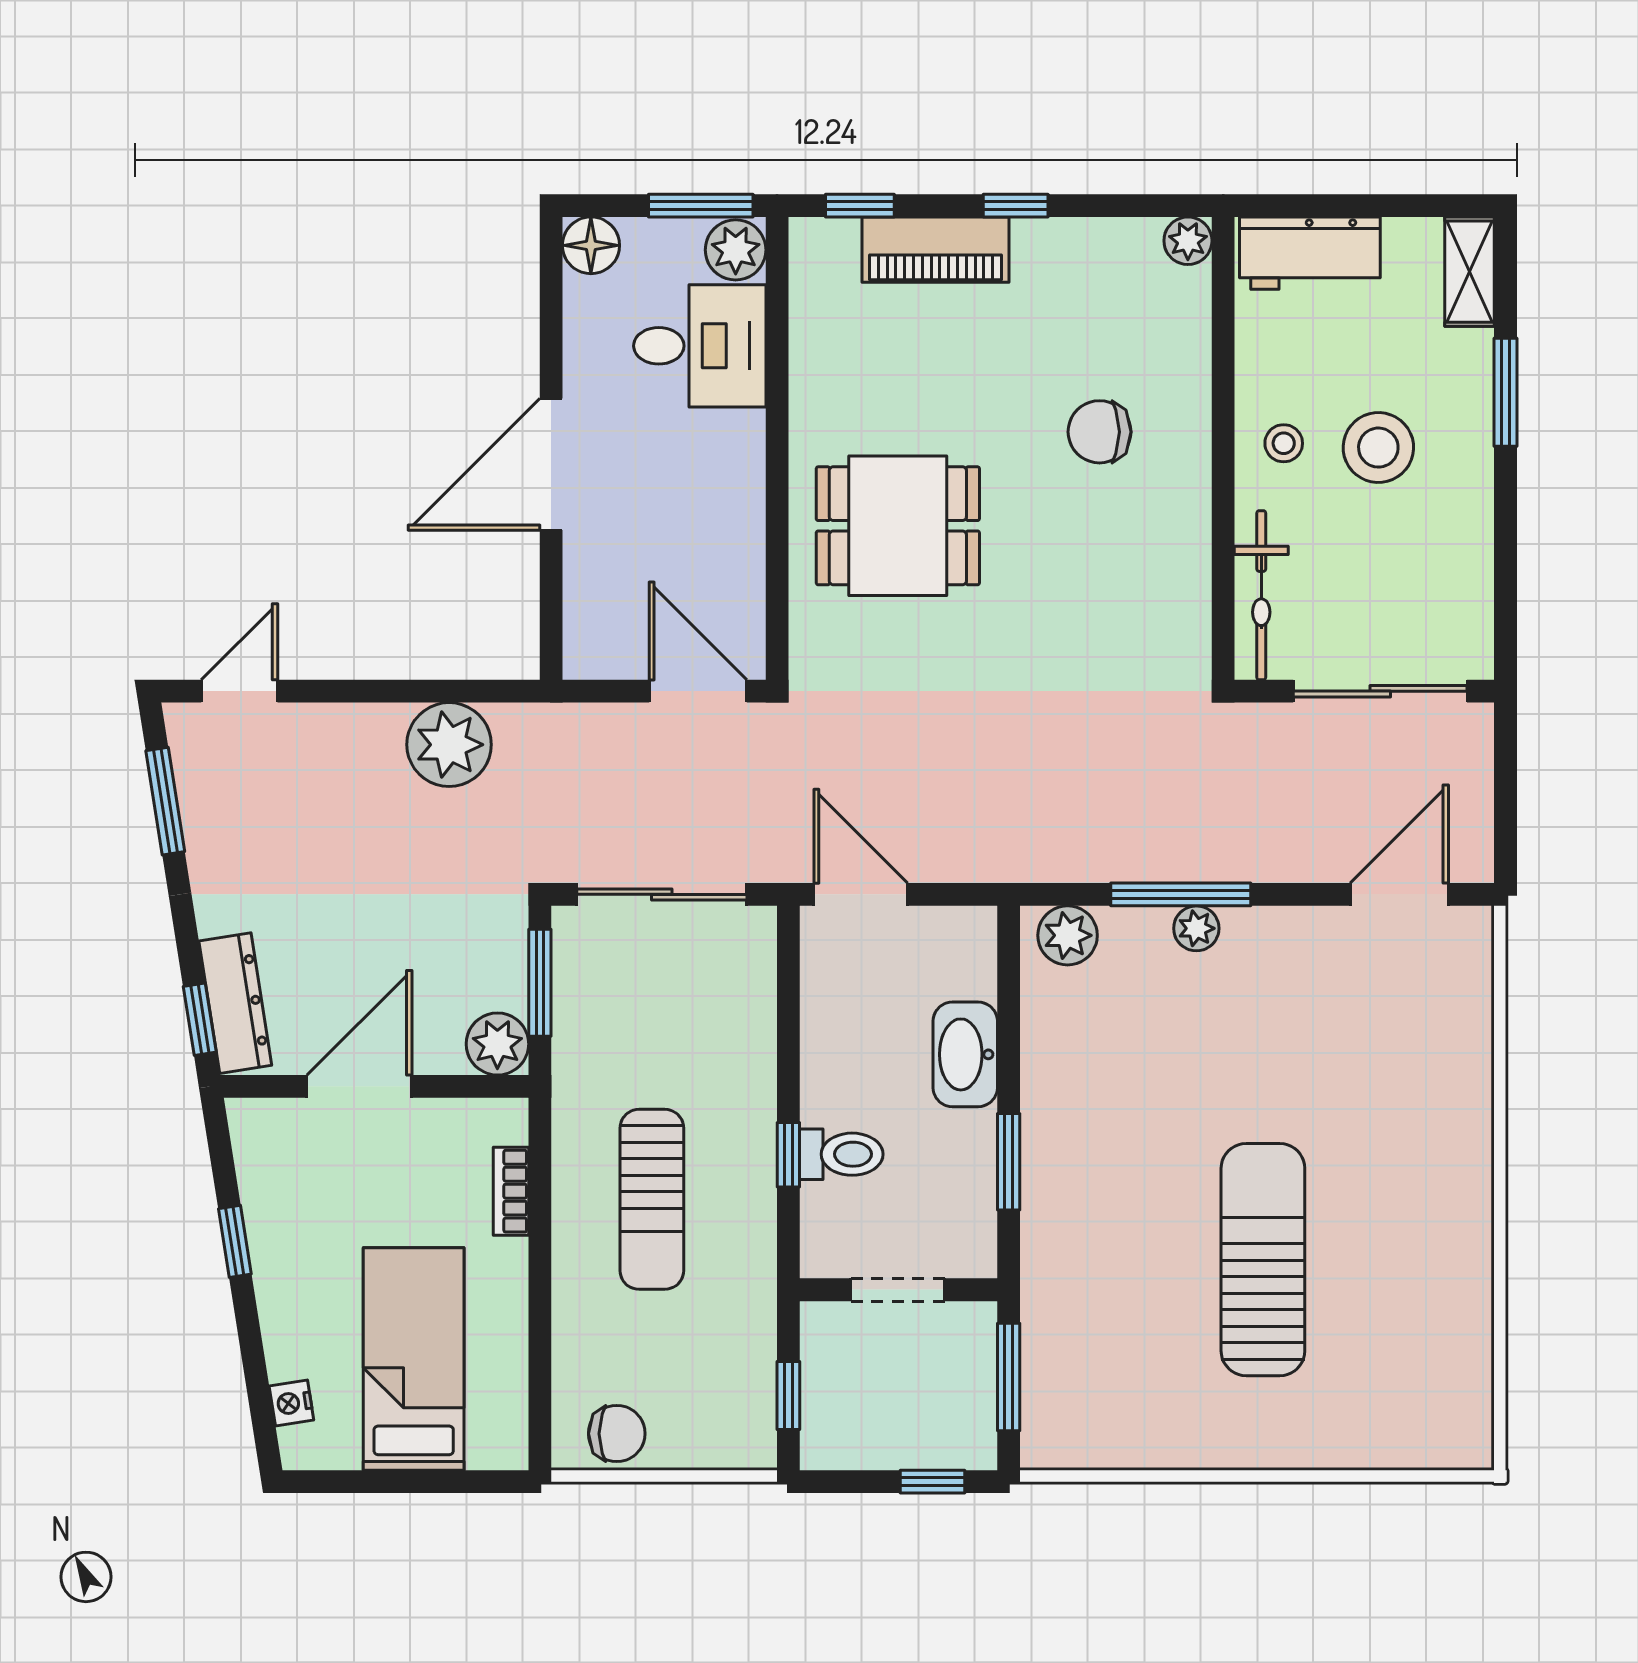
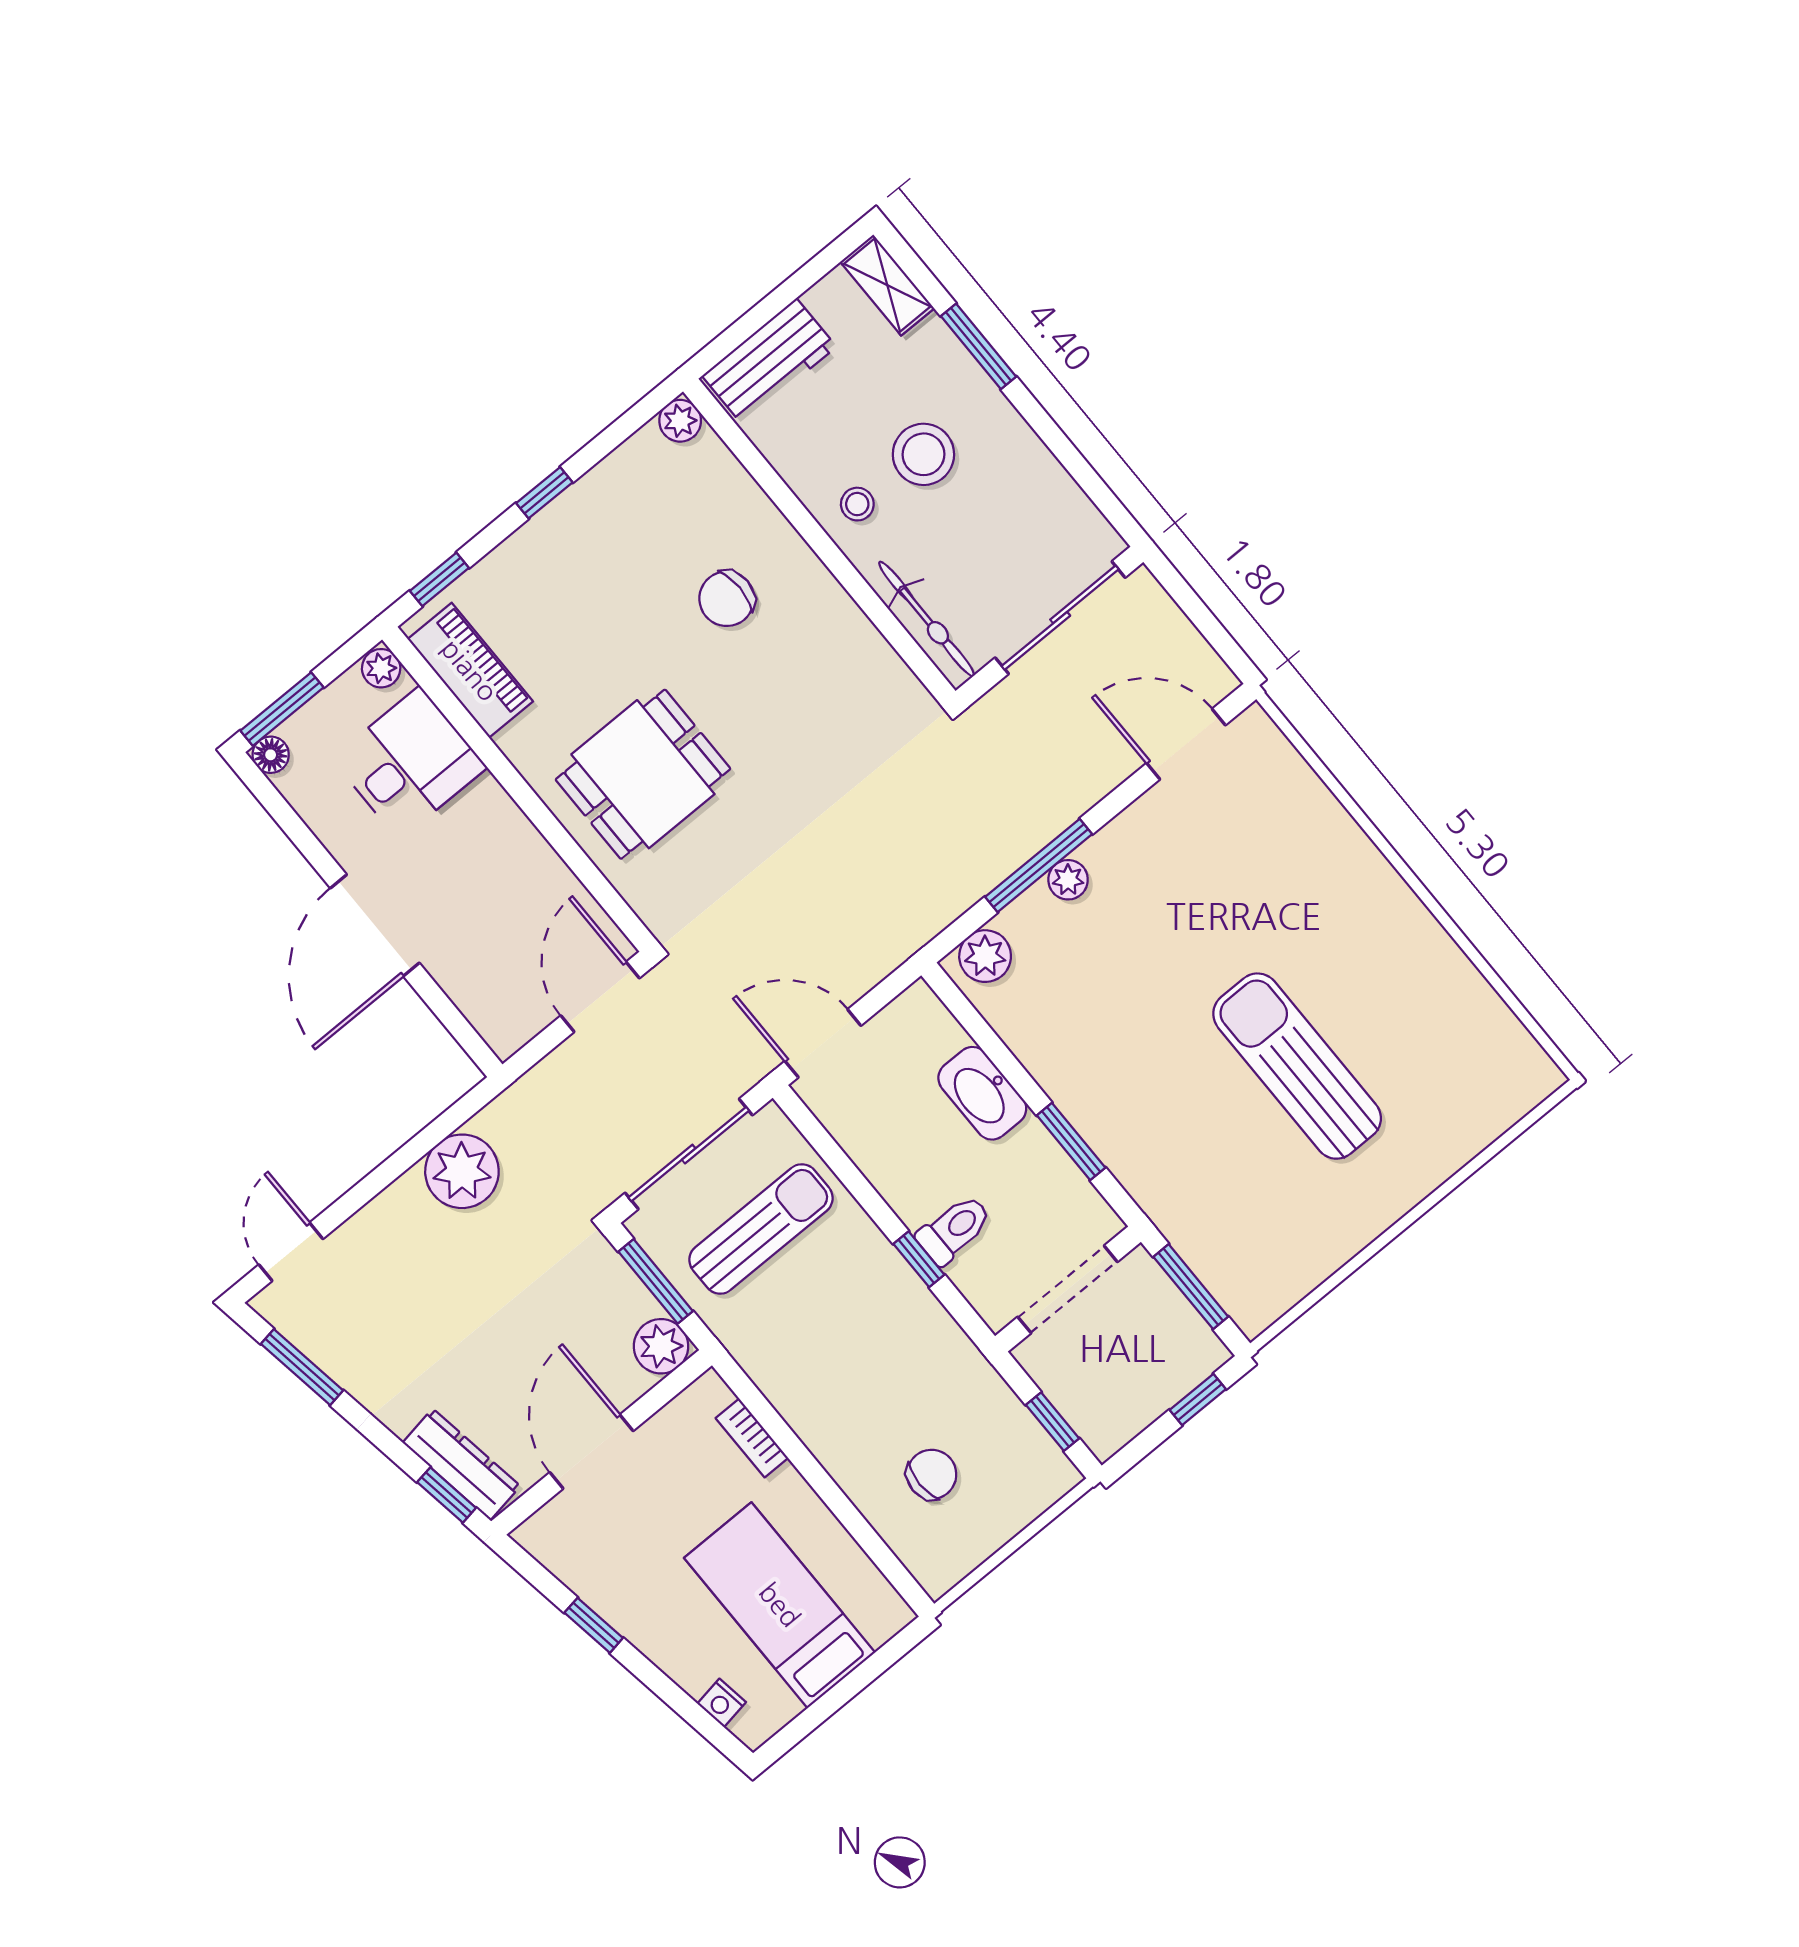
window: (701, 206) -> (282, 709), moved
floor lamp: (591, 245) -> (271, 755), width x0.73, depth x0.73
plant: (736, 250) -> (381, 668), width x0.73, depth x0.73
piano: (936, 250) -> (470, 670), moved, turned -90
door: (698, 691) -> (600, 997), hinge flipped
door: (1399, 894) -> (1186, 744), hinge flipped
sun lounger: (652, 1199) -> (761, 1229), moved, turned -90
doorway: (898, 1290) -> (1068, 1289), width x1.38
chair: (617, 1434) -> (932, 1474), moved

